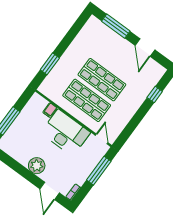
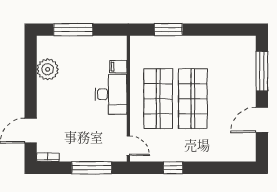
window: (155, 95) -> (173, 168), moved
desk: (66, 133) -> (111, 94), width x0.73, depth x0.77
door: (102, 139) -> (128, 146), hinge flipped
plant: (37, 166) -> (48, 69), moved

